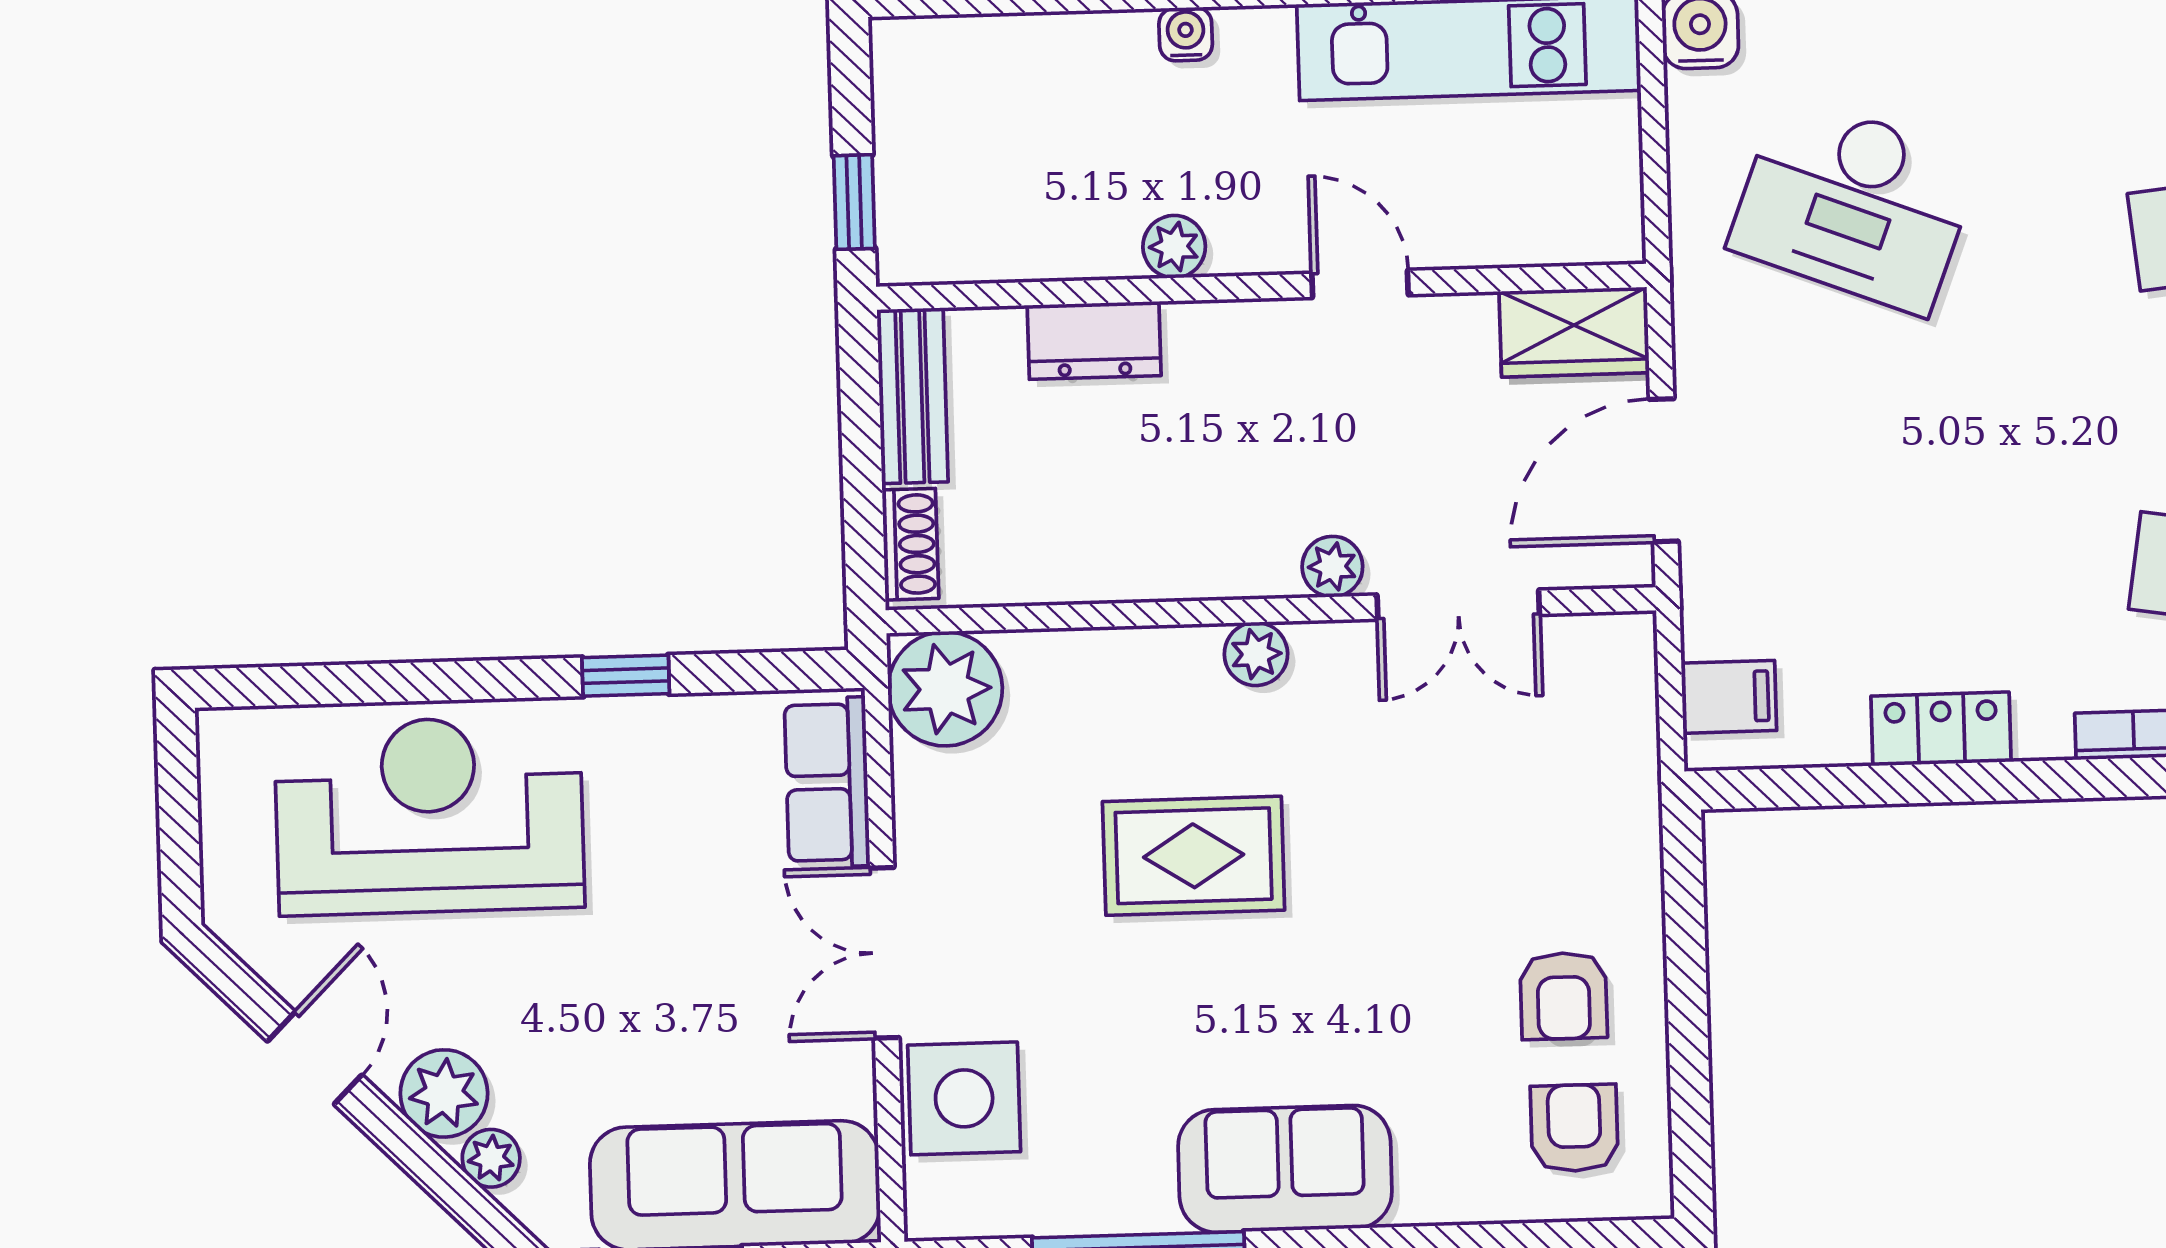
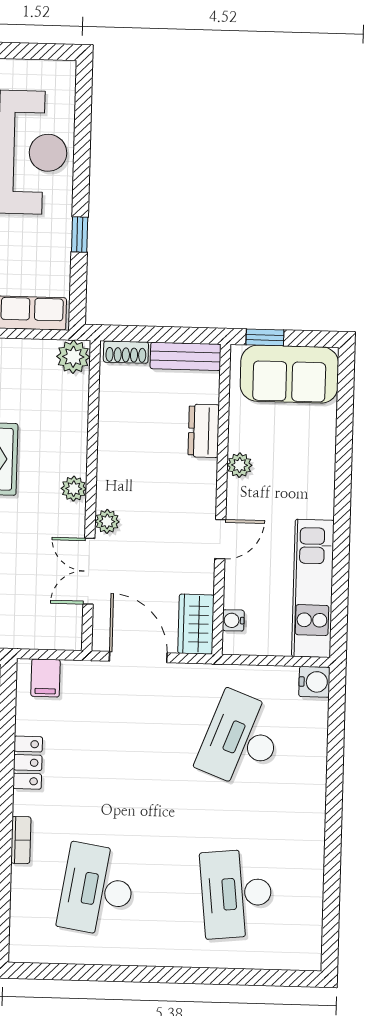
water cooler: (1186, 34) -> (233, 620), moved, turned 180
sofa: (942, 136) -> (289, 374), added
plant: (945, 689) -> (73, 357), width x0.73, depth x0.73

